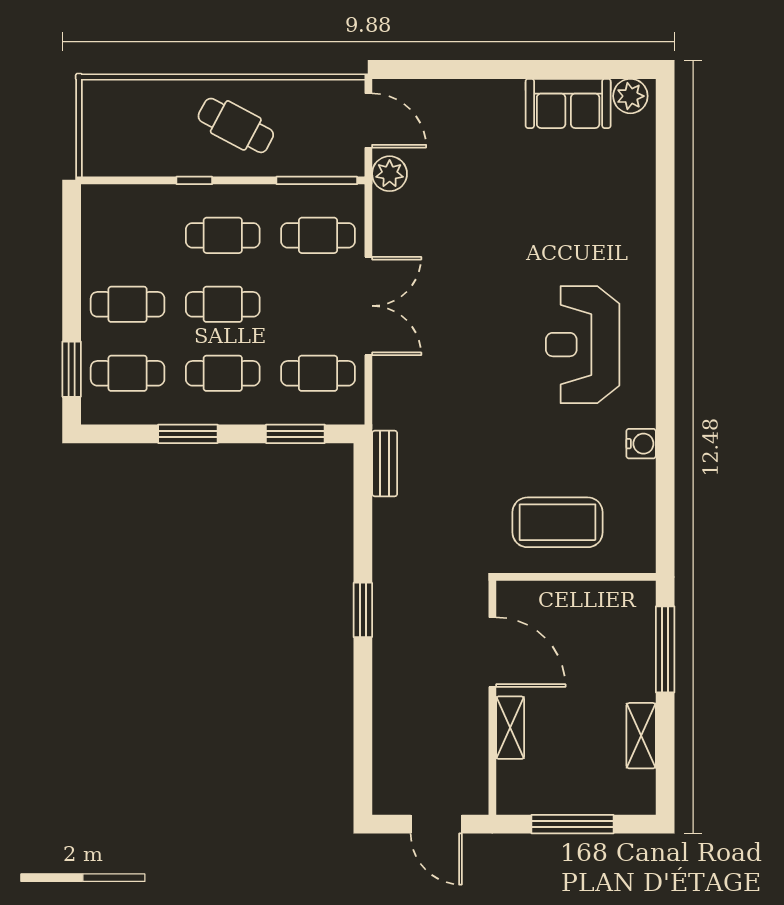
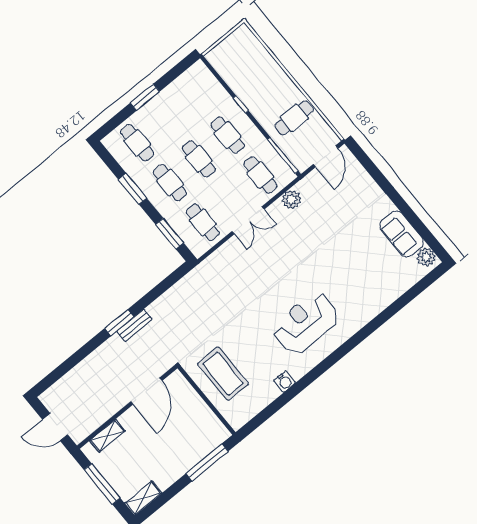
cafe table: (236, 125) -> (294, 118), moved, turned 62
plant: (390, 174) -> (291, 199), moved
cafe table: (128, 304) -> (166, 119), removed
double door: (368, 306) -> (248, 220), width x0.73
window: (72, 369) -> (145, 97), moved
bench: (385, 464) -> (134, 325), moved
shelving: (510, 728) -> (107, 436), moved
shelving: (641, 736) -> (143, 498), moved
door: (436, 824) -> (55, 427), hinge flipped

